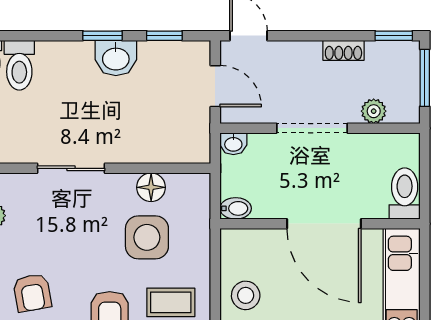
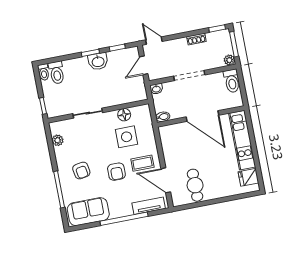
door: (215, 86) -> (144, 65), swing flipped
plant: (374, 111) -> (229, 60), moved
toilet: (405, 194) -> (232, 81), moved, turned 180
stool: (246, 295) -> (174, 154), removed

